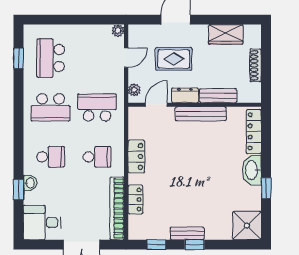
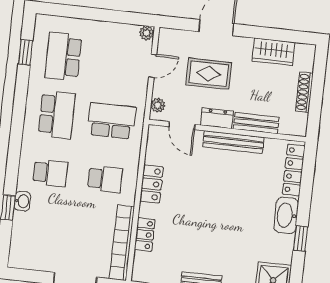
door: (156, 105) -> (182, 126), swing flipped
school desk: (51, 107) -> (57, 115), turned -90
desk: (42, 222) -> (31, 249), removed

